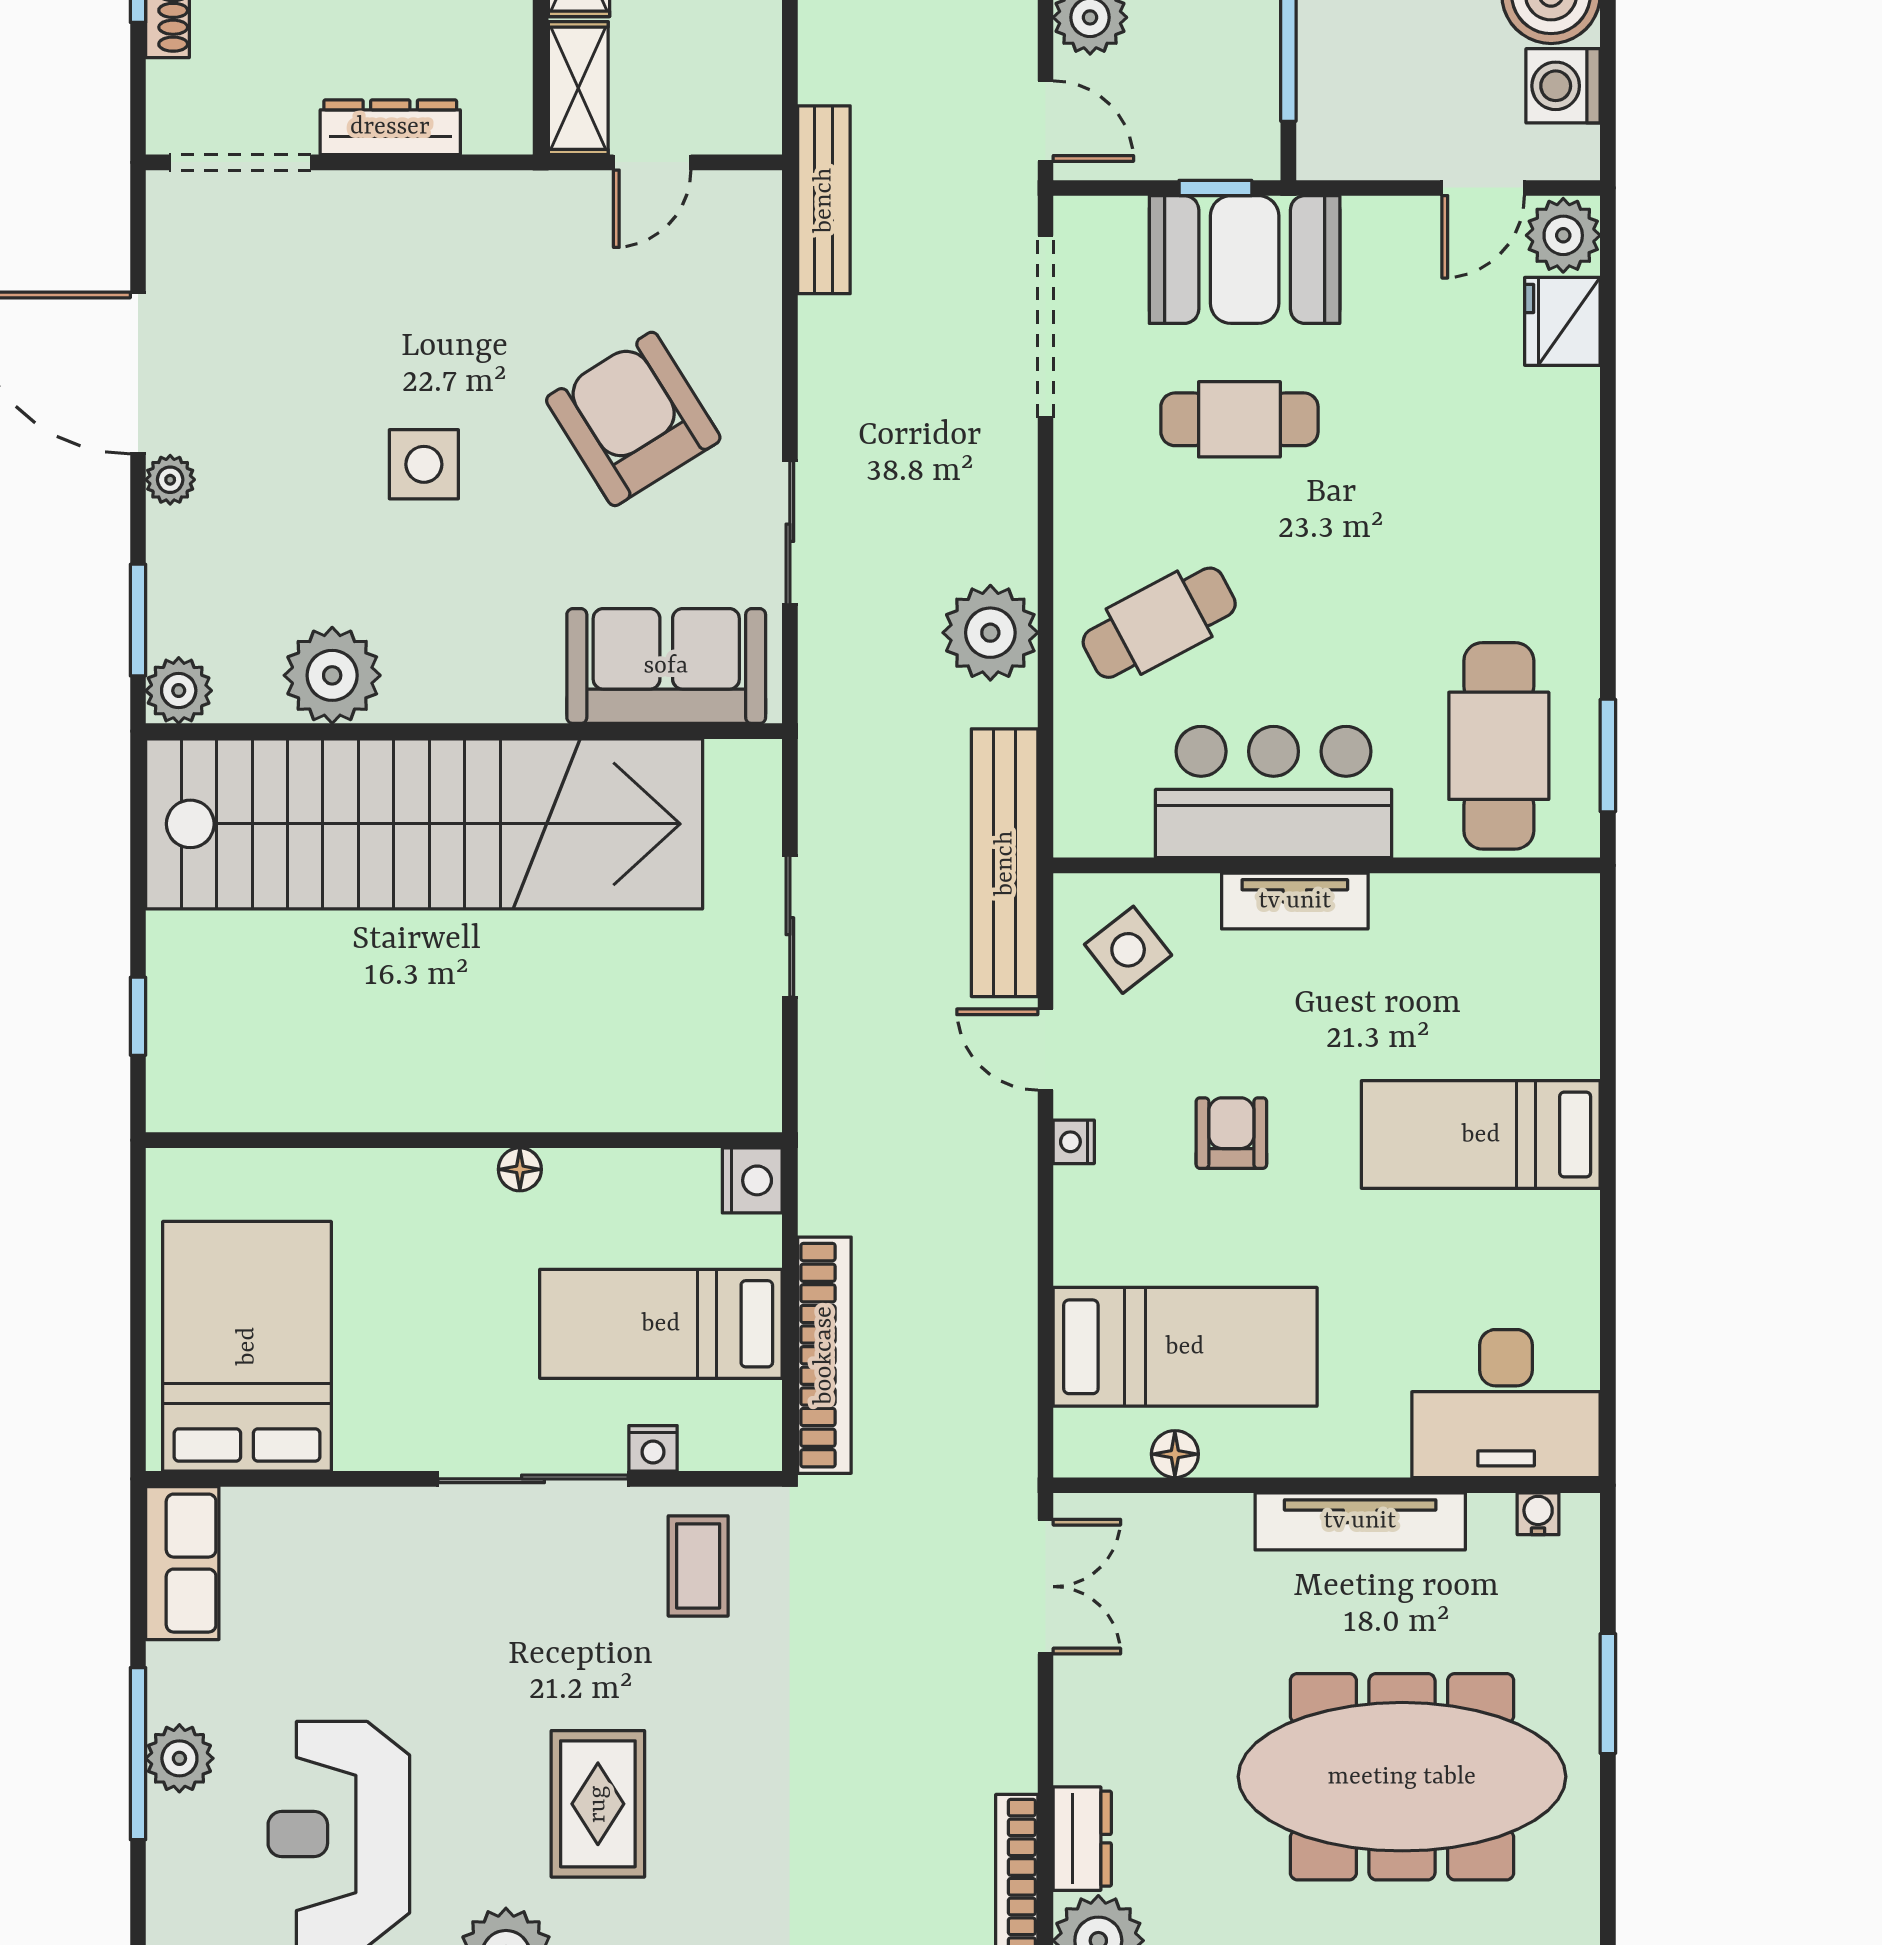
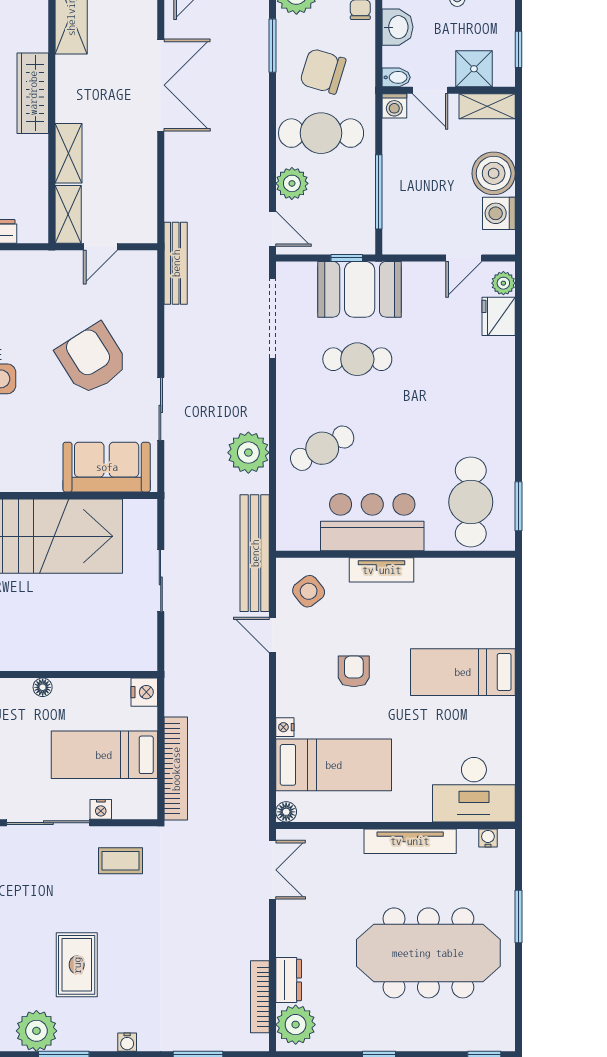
plant: (1563, 235) -> (503, 283), width x0.73, depth x0.73
nightstand: (1074, 1142) -> (285, 727), moved
floor lamp: (1175, 1454) -> (286, 812), moved
coffee table: (698, 1566) -> (121, 861), turned 90

